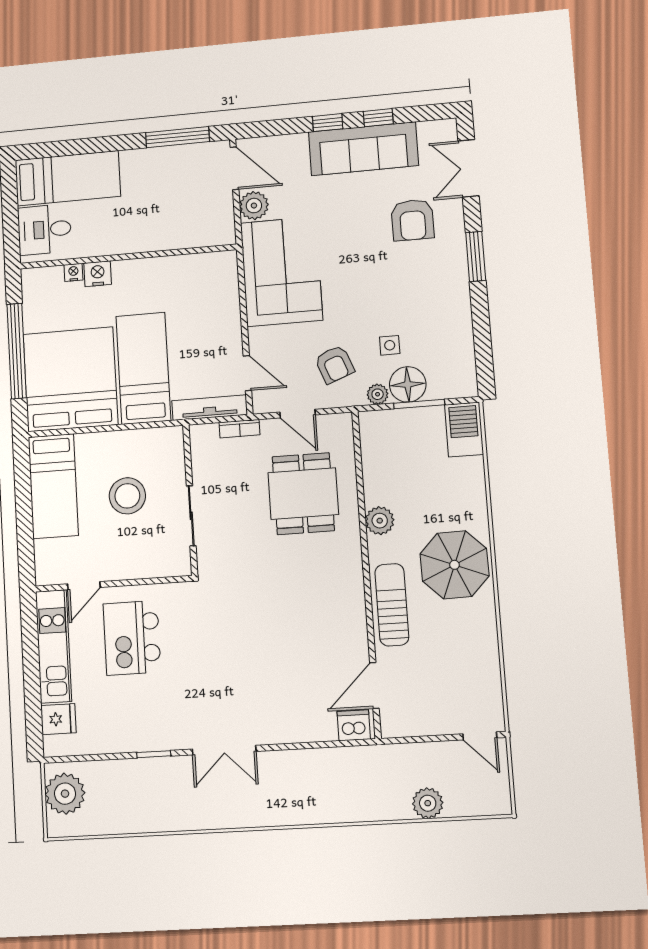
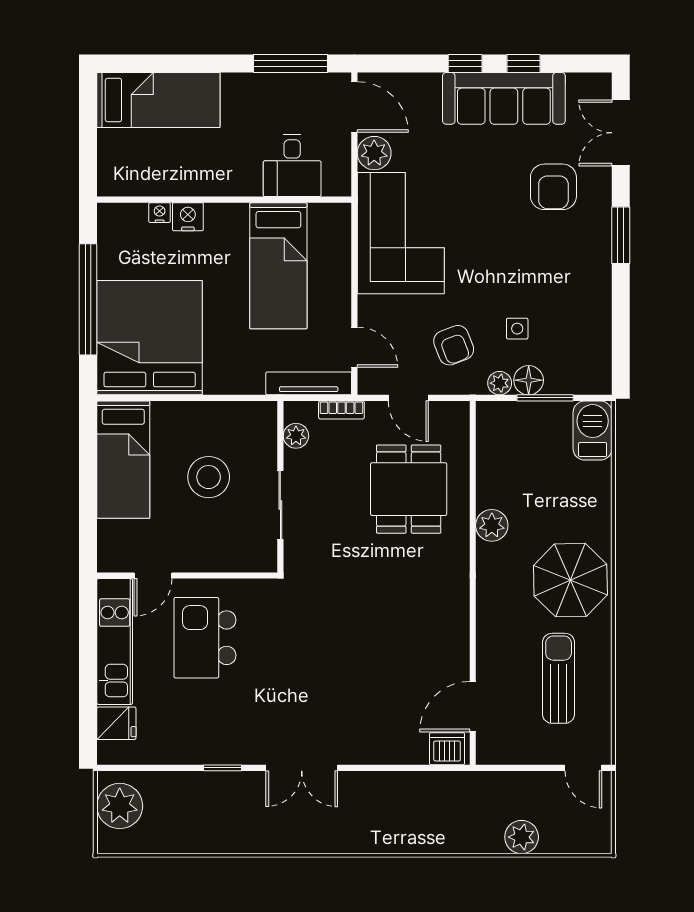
desk: (44, 230) -> (292, 166), moved, turned -90
bed: (143, 368) -> (278, 266), moved, turned 180
floor lamp: (408, 384) -> (529, 380), width x0.73, depth x0.73
plant: (201, 454) -> (296, 436), added
sun lounger: (392, 605) -> (559, 678), moved

